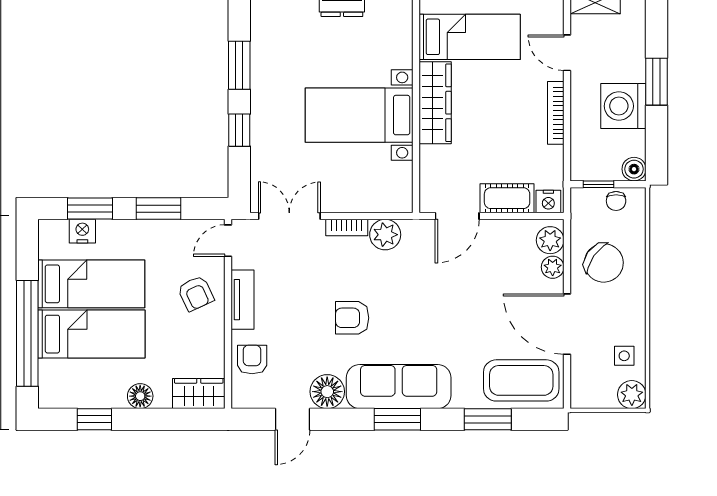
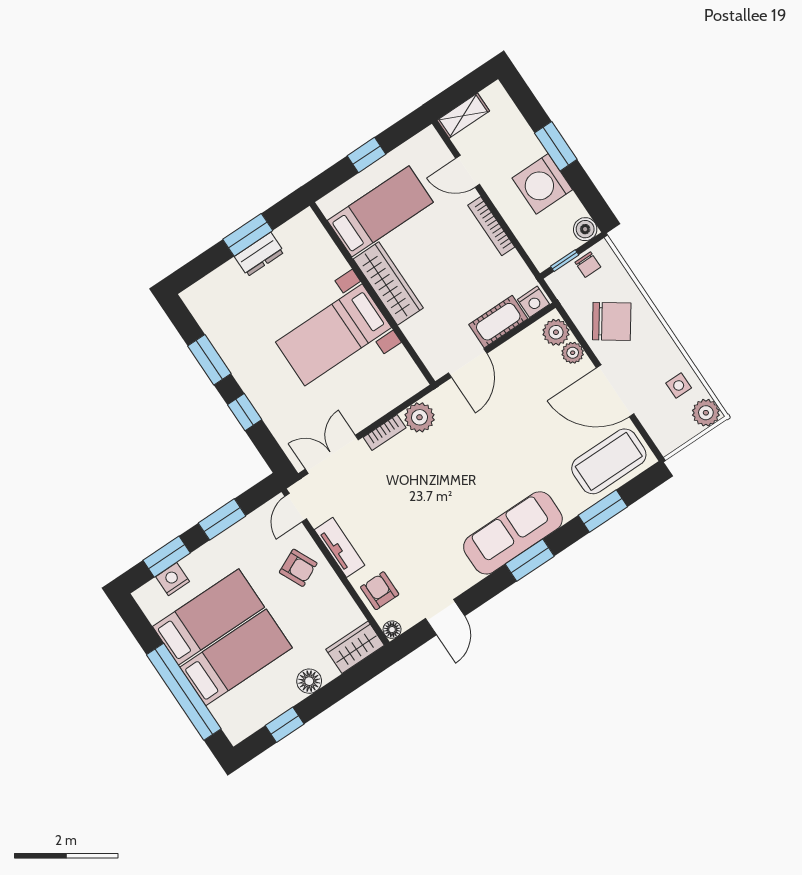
armchair: (352, 318) -> (438, 503), removed
floor lamp: (327, 392) -> (392, 630), moved, width x0.53, depth x0.53

